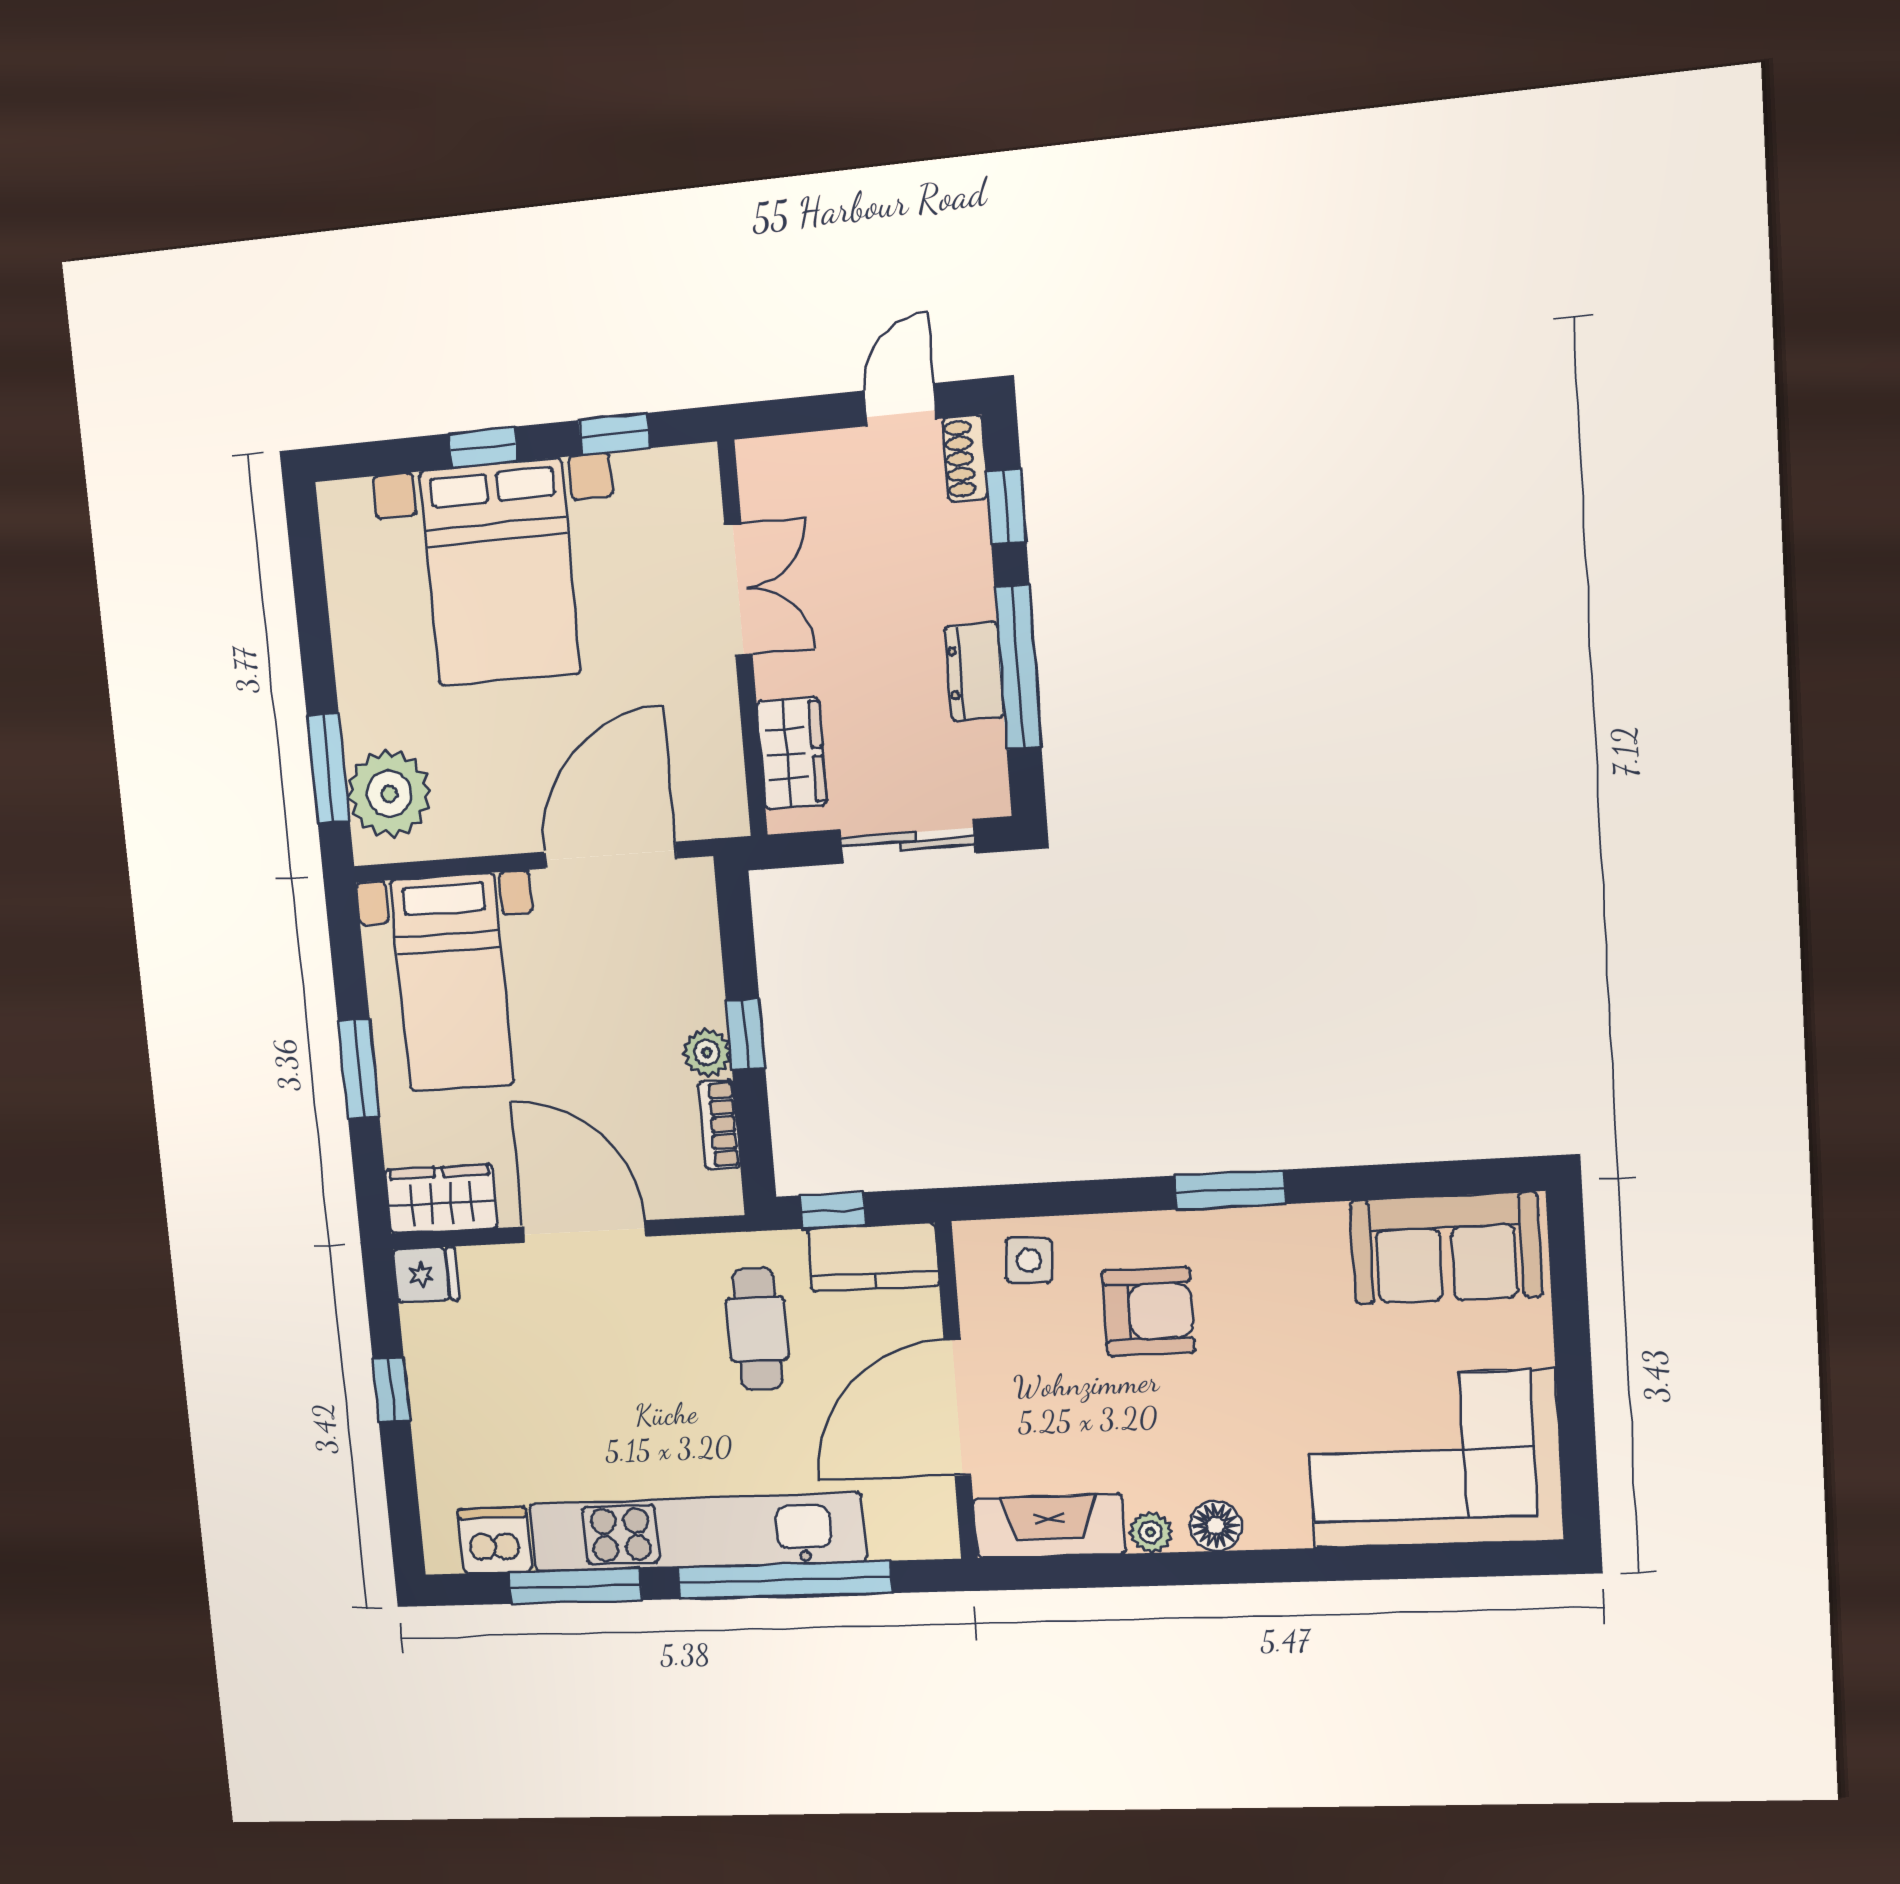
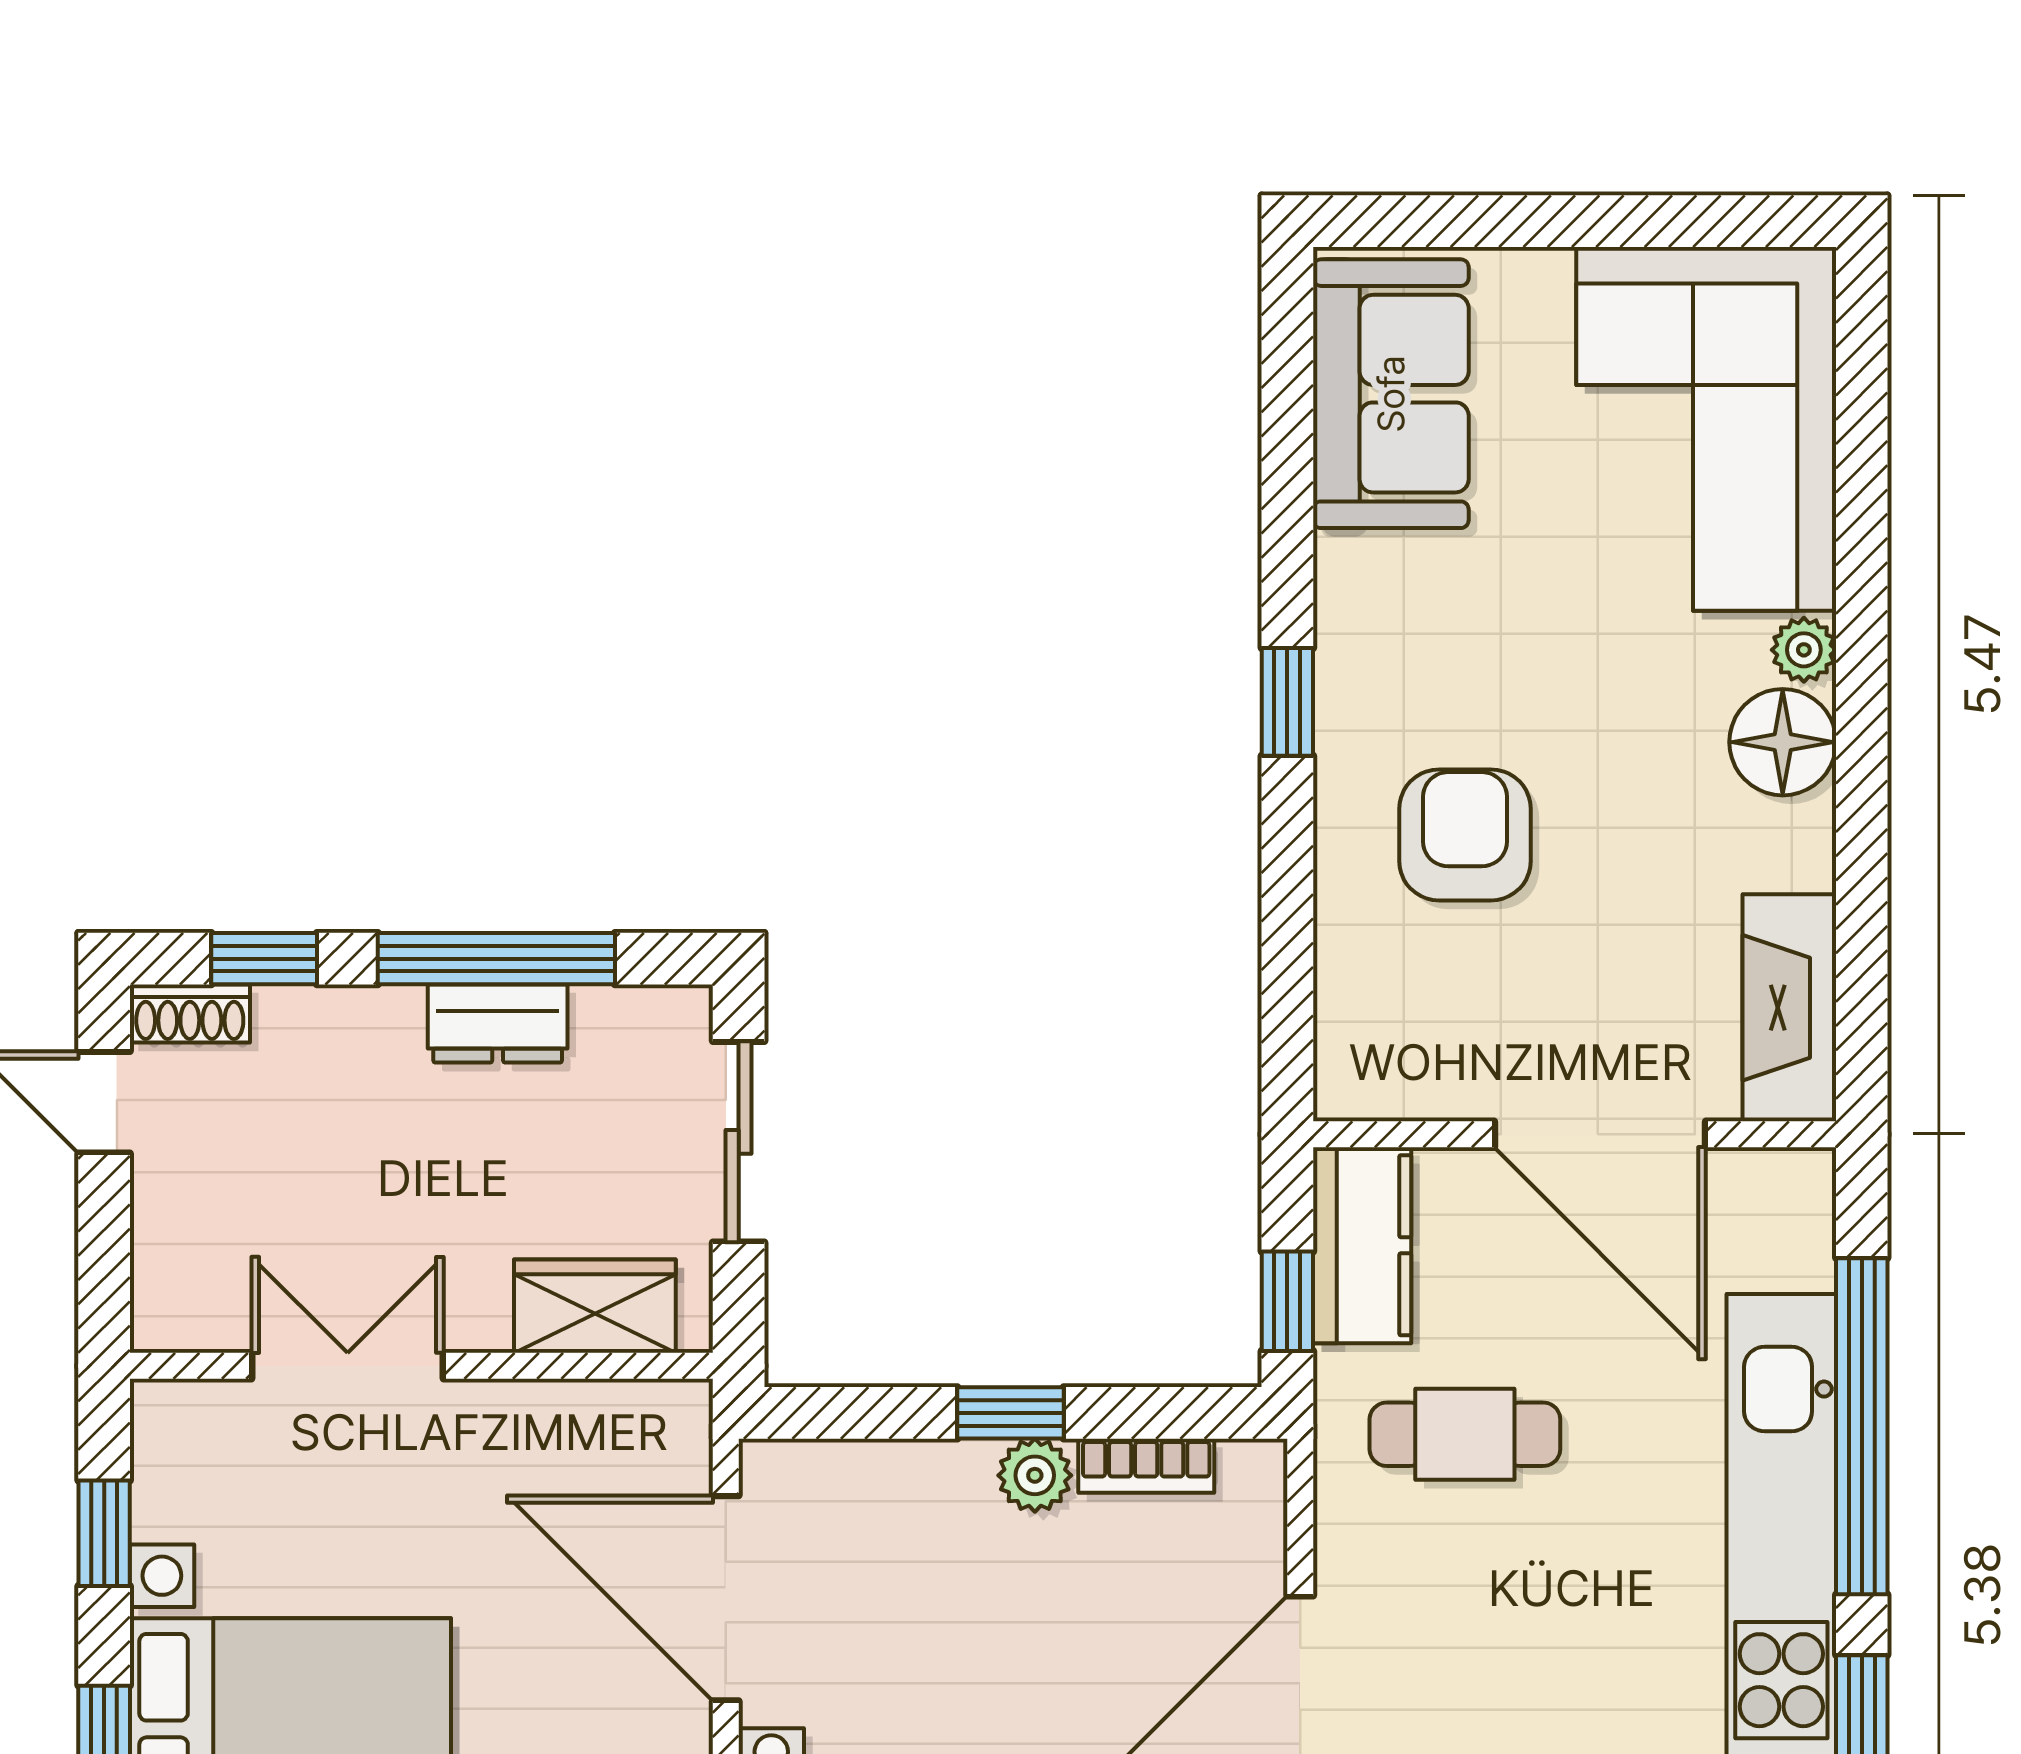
window: (1230, 1190) -> (1287, 702), width x0.67
side table: (1029, 1260) -> (1378, 1009), removed
floor lamp: (1216, 1526) -> (1783, 742), width x1.38, depth x1.38
plant: (1151, 1532) -> (1804, 650), moved

